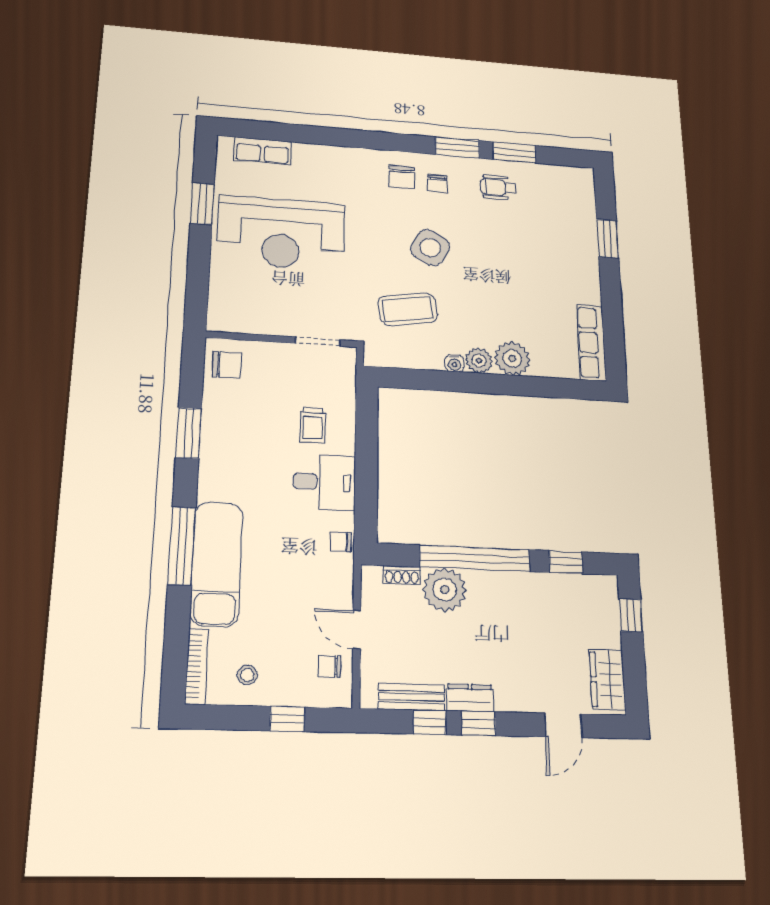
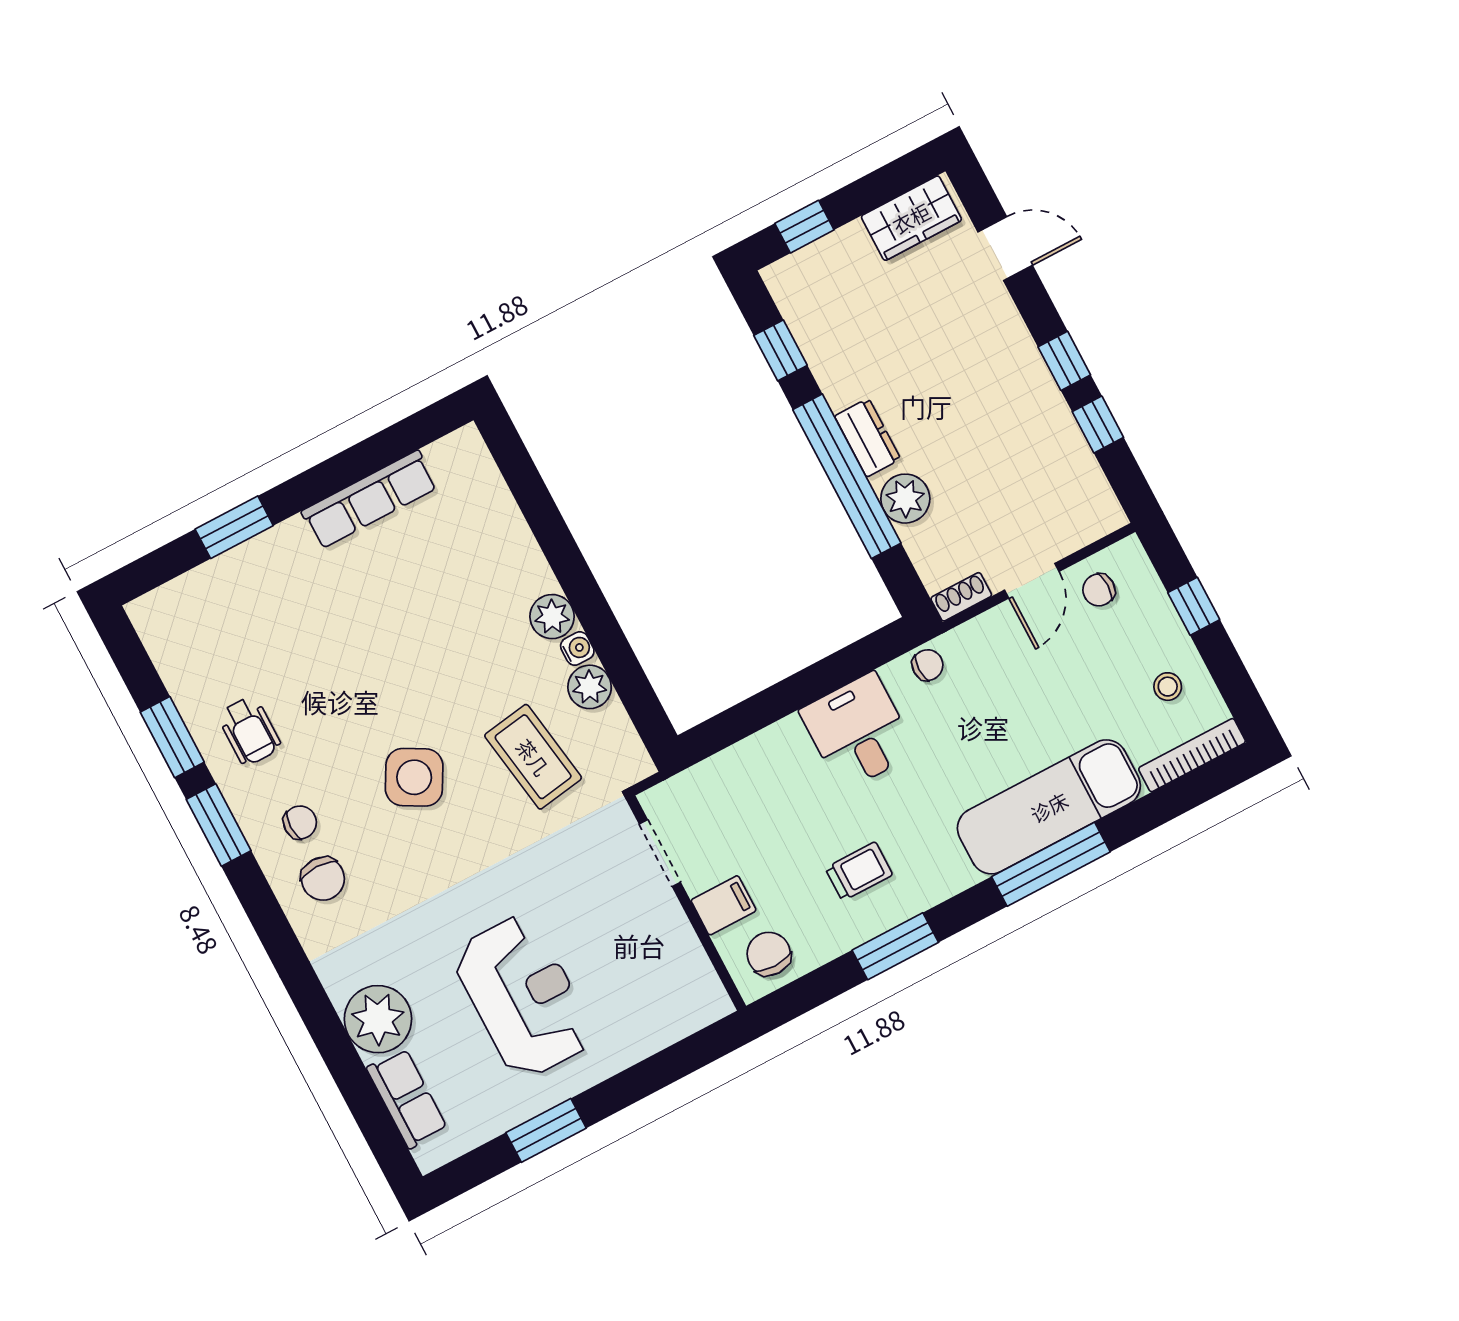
plant: (313, 161) -> (378, 1019), added
chair: (402, 177) -> (323, 879), turned 90
reception desk: (281, 233) -> (523, 997), width x0.74, depth x0.77
row of seats: (591, 343) -> (369, 499), moved
filing cabinet: (269, 357) -> (724, 905), added
plant: (512, 358) -> (590, 687), moved, width x0.73, depth x0.73
trolley: (313, 425) -> (859, 871), moved
chair: (341, 542) -> (928, 665), turned -90
shoe rack: (402, 575) -> (961, 597), moved, turned -90
plant: (445, 590) -> (905, 499), width x0.73, depth x0.73
chair: (329, 666) -> (1099, 590), turned 90
bench: (411, 697) -> (1079, 464), removed
dresser: (470, 698) -> (868, 438), moved, turned 180

